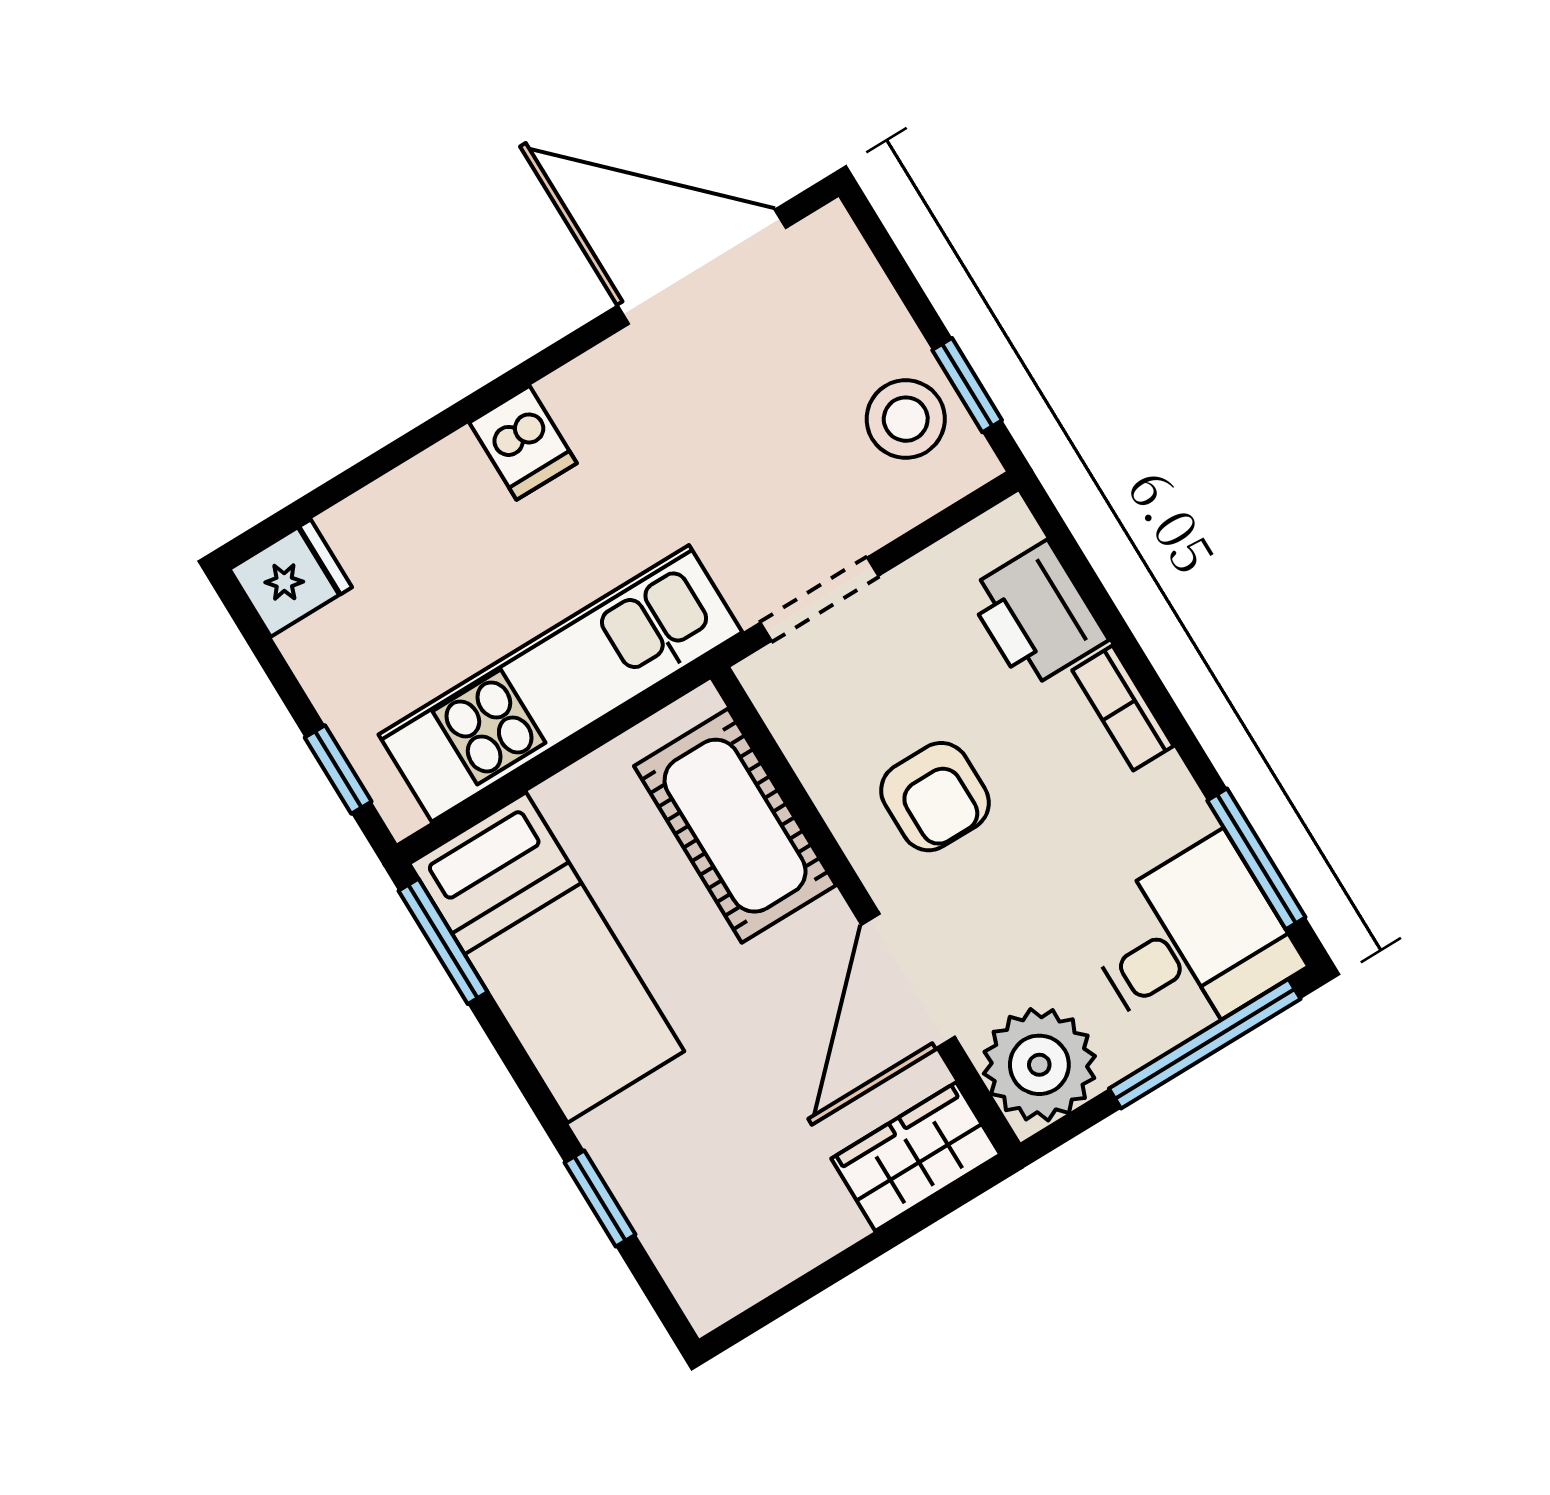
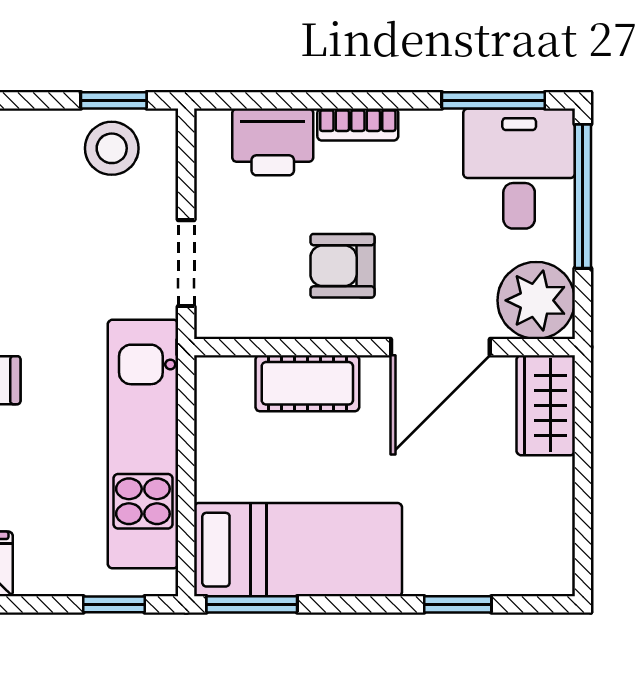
armchair: (935, 797) -> (342, 266), turned 180
cot: (735, 826) -> (307, 383), width x0.73, depth x0.75
door: (908, 981) -> (440, 347), hinge flipped

